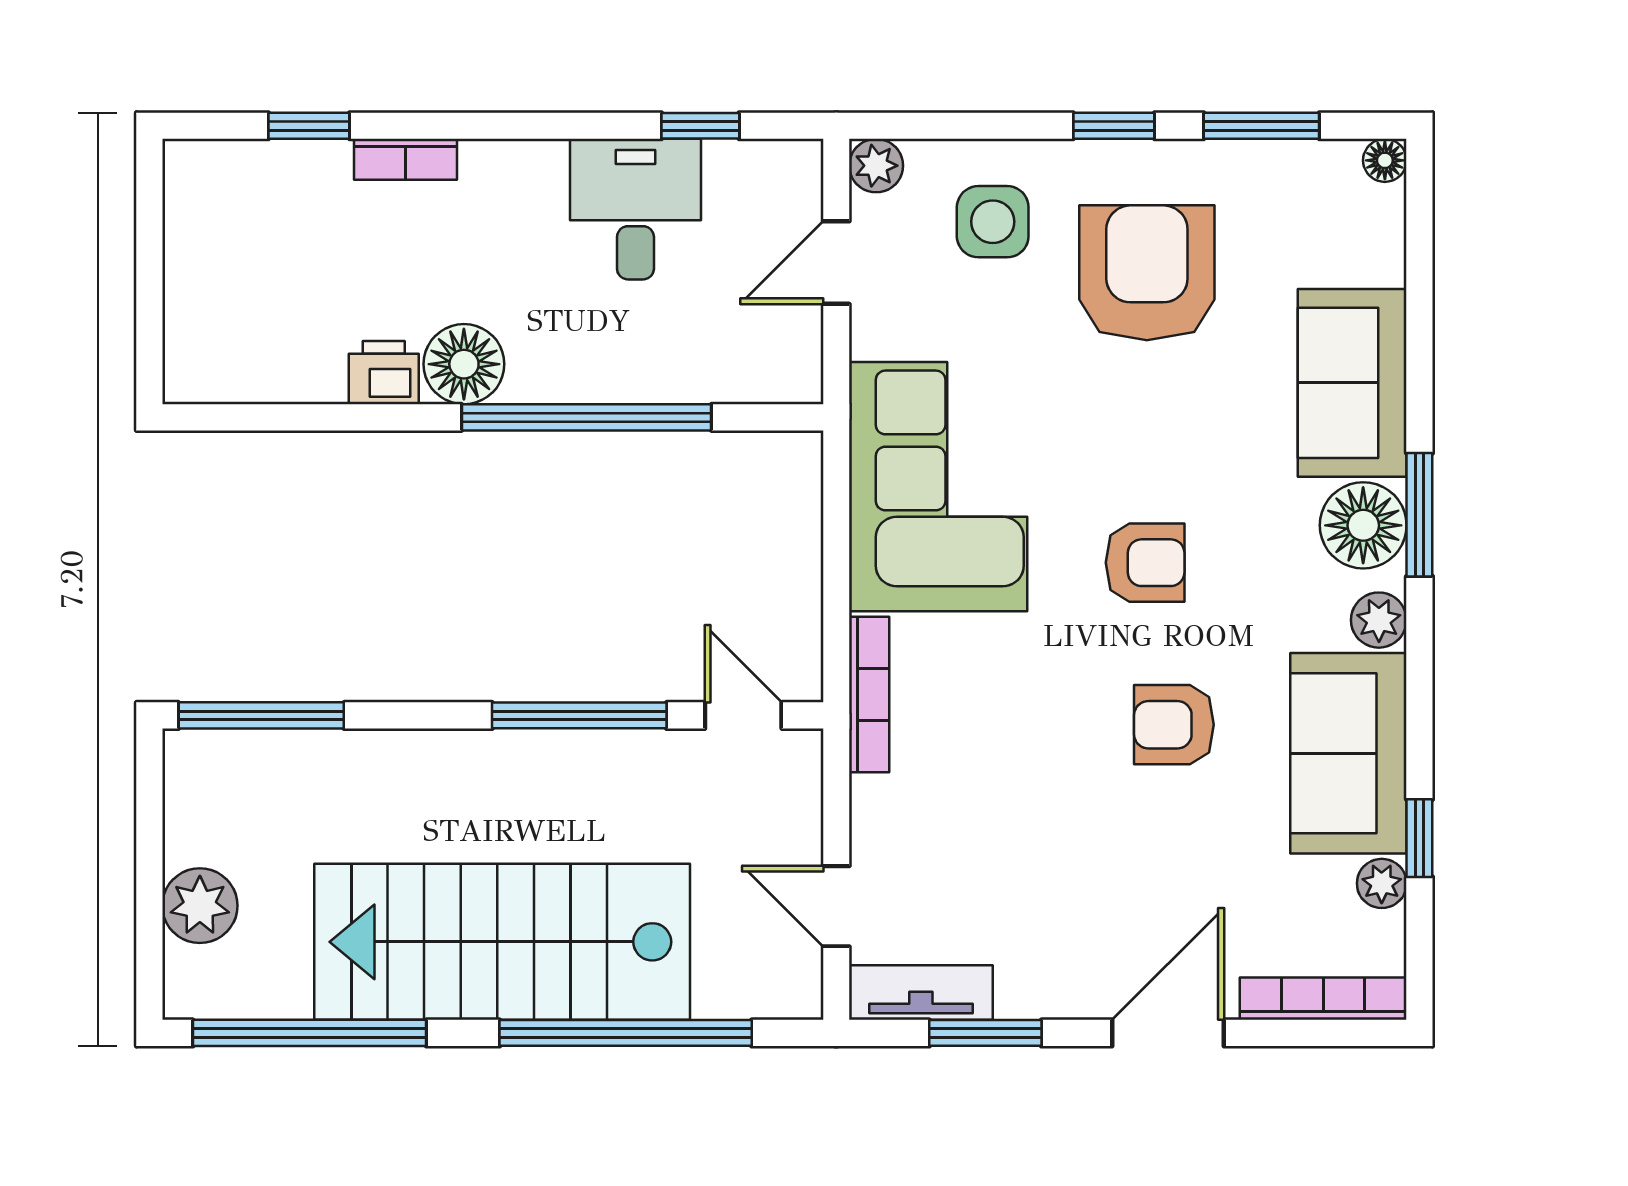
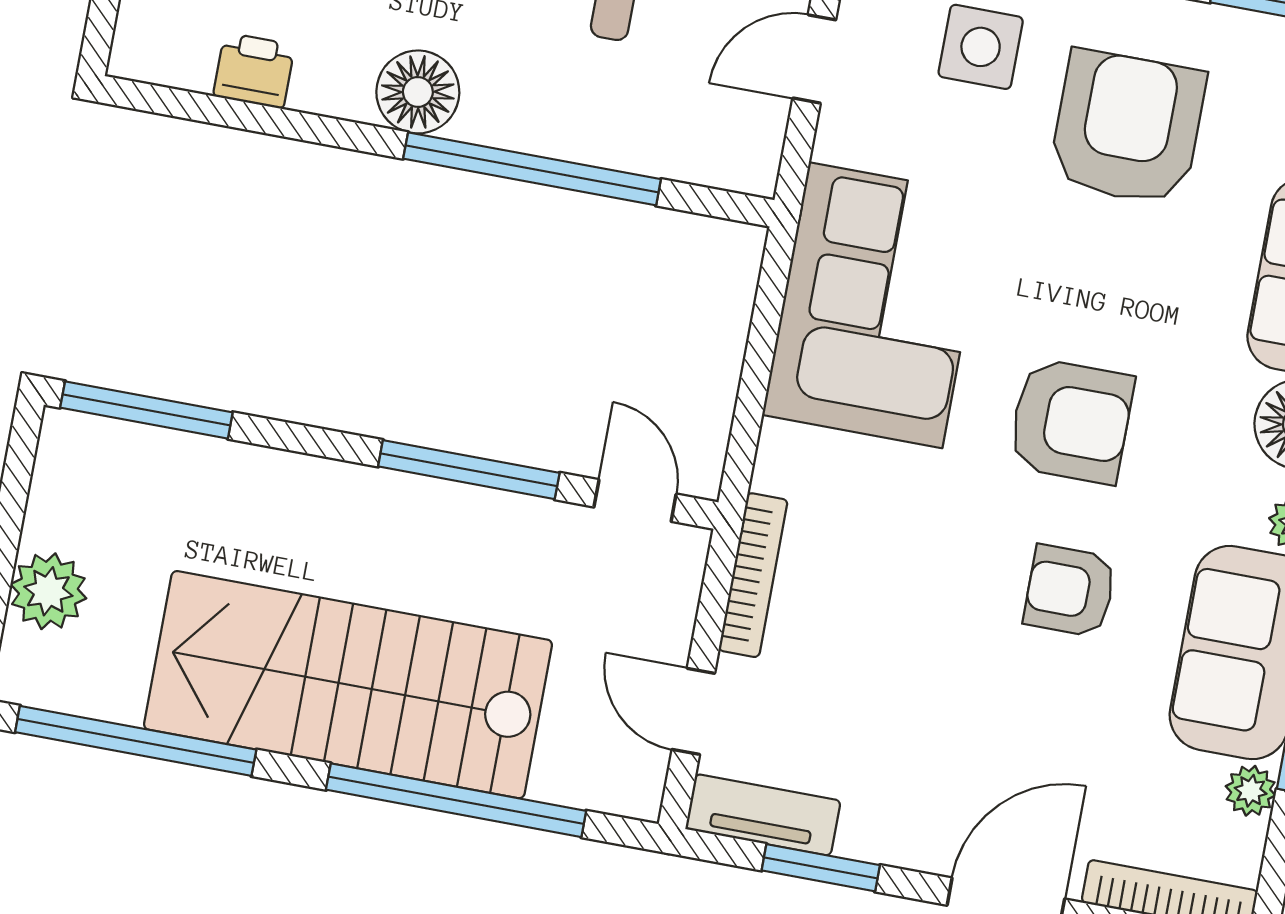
printer: (384, 373) -> (254, 71), moved
armchair: (1145, 563) -> (1071, 421), width x1.38, depth x1.38
bookcase: (869, 695) -> (753, 575), moved

